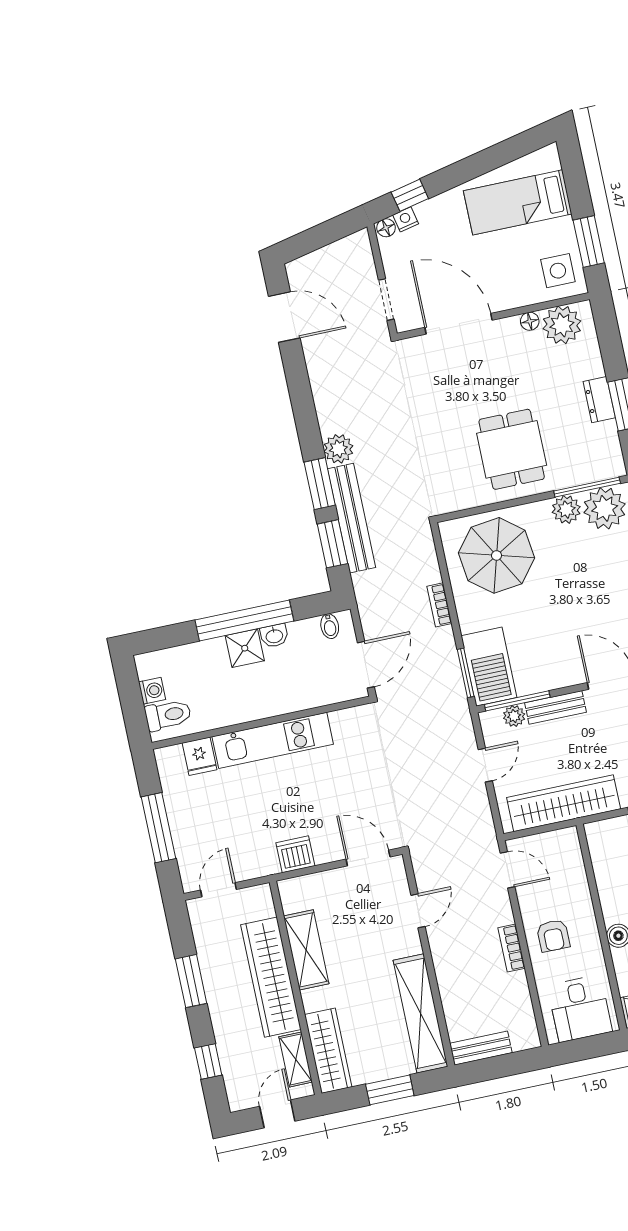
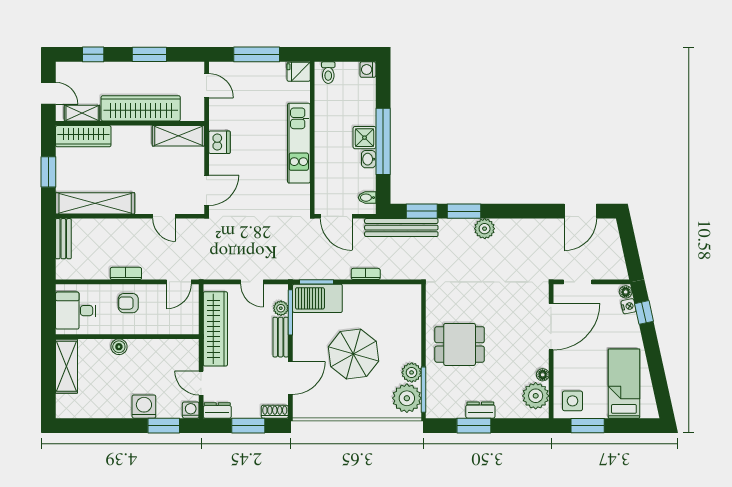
bench: (352, 518) -> (401, 228), moved
parasol: (496, 555) -> (353, 354), moved
washing machine: (152, 691) -> (368, 70), moved, turned 90
toilet: (168, 715) -> (328, 73), width x0.73, depth x0.72
fridge: (200, 756) -> (299, 72), moved
shelving: (306, 950) -> (178, 136), moved

